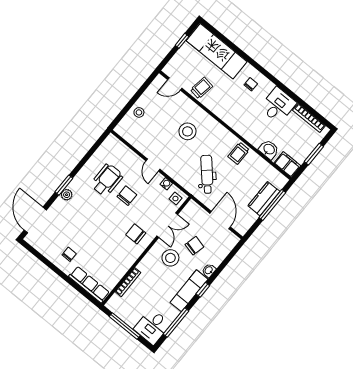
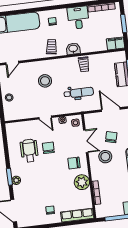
trolley: (201, 88) -> (51, 47), moved
washbasin: (269, 149) -> (73, 49), moved
dental chair: (207, 174) -> (79, 93), turned 132
plant: (125, 259) -> (82, 182), added

